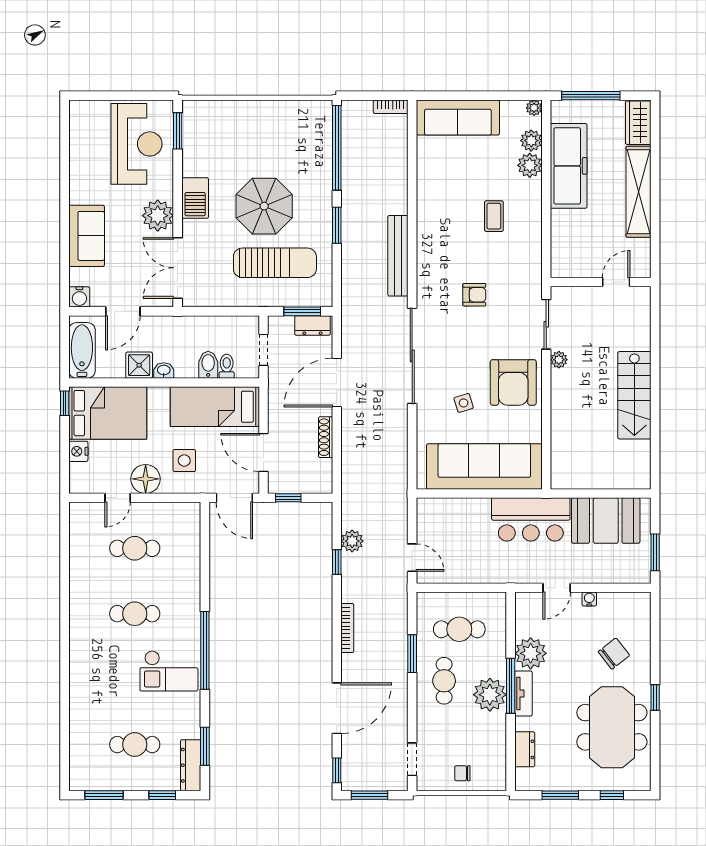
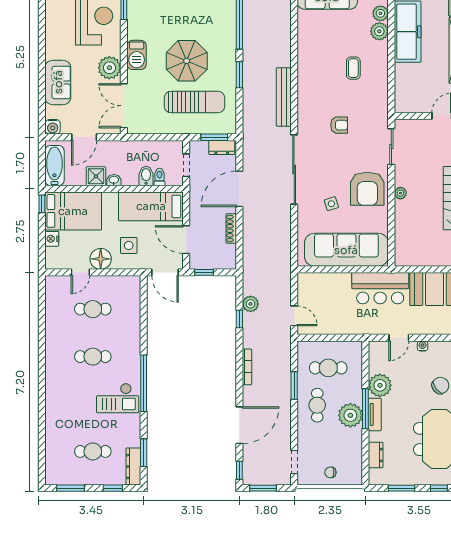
plant: (559, 360) -> (400, 193), moved

